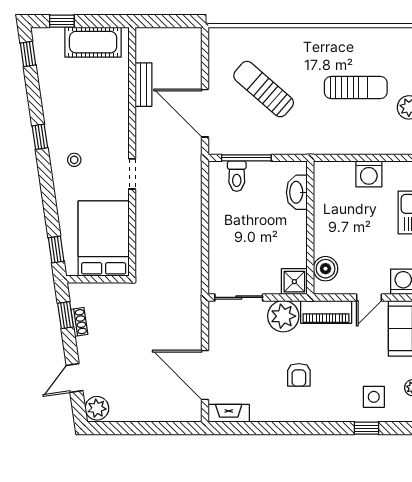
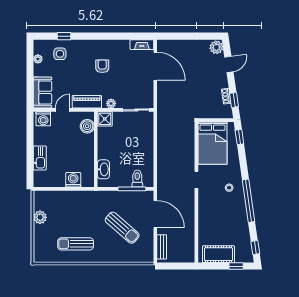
bench: (143, 85) -> (162, 247), moved
sun lounger: (356, 87) -> (76, 244), moved
window: (40, 137) -> (249, 201), width x3.17
washing machine: (369, 174) -> (73, 180), moved
plant: (283, 316) -> (111, 103), width x0.53, depth x0.53

